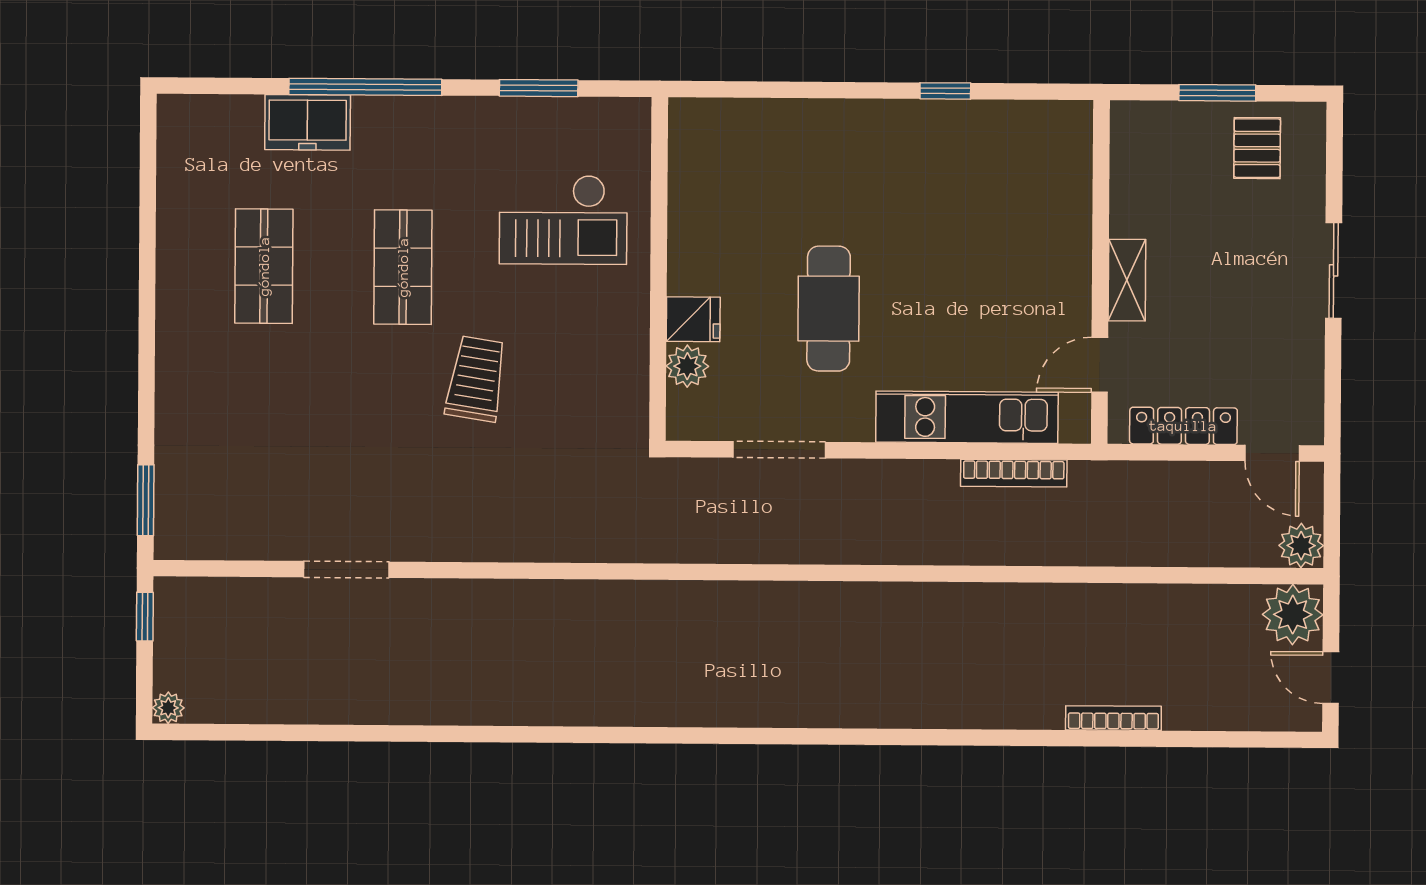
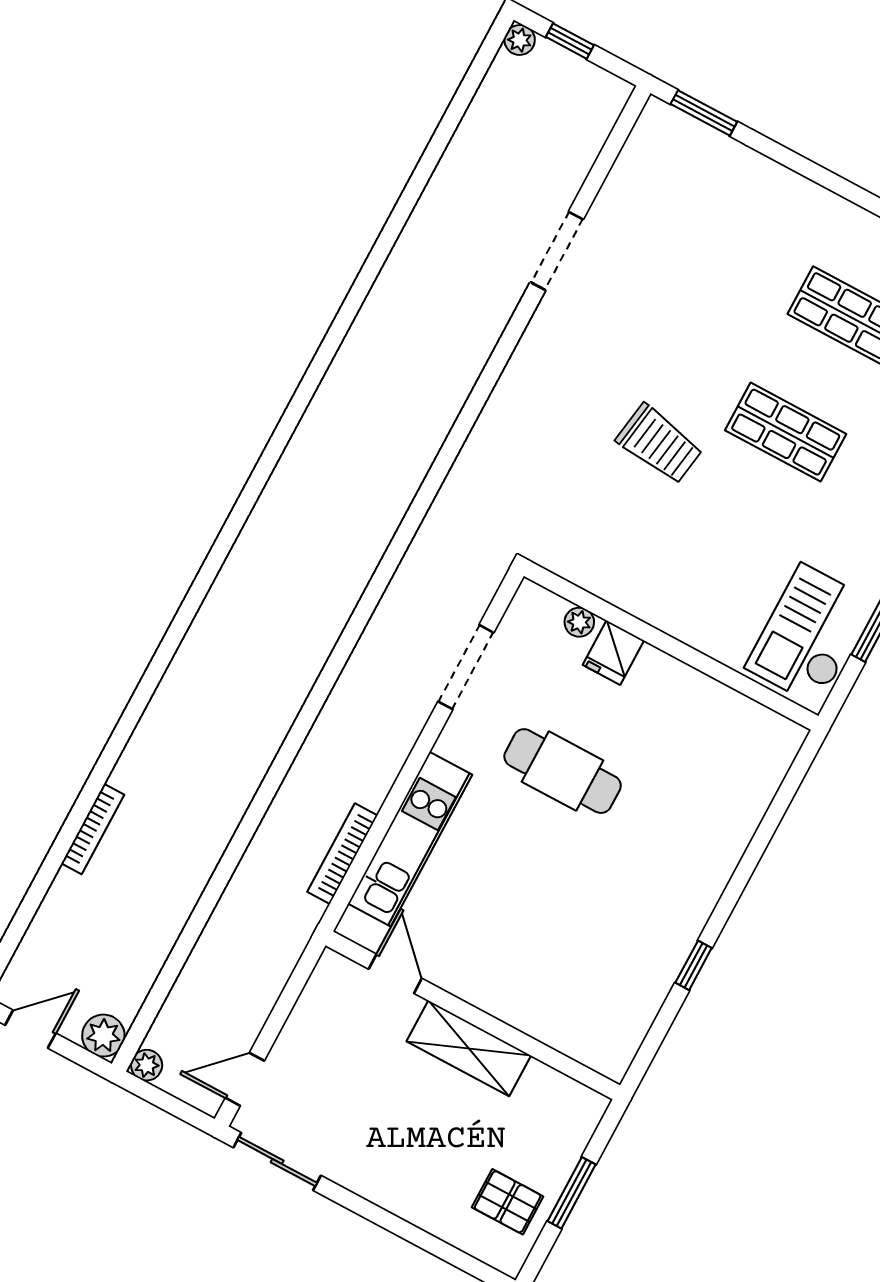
checkout: (563, 220) -> (810, 635), moved
sliding door: (1334, 270) -> (277, 1161), moved
shelving: (1127, 280) -> (469, 1048), width x1.50, depth x1.33
plant: (687, 366) -> (579, 622), width x0.73, depth x0.73
locker: (1183, 426) -> (307, 1017), removed
plant: (1301, 546) -> (147, 1065), width x0.73, depth x0.73
plant: (1293, 615) -> (103, 1036), width x0.73, depth x0.73
window: (145, 617) -> (570, 41), moved

